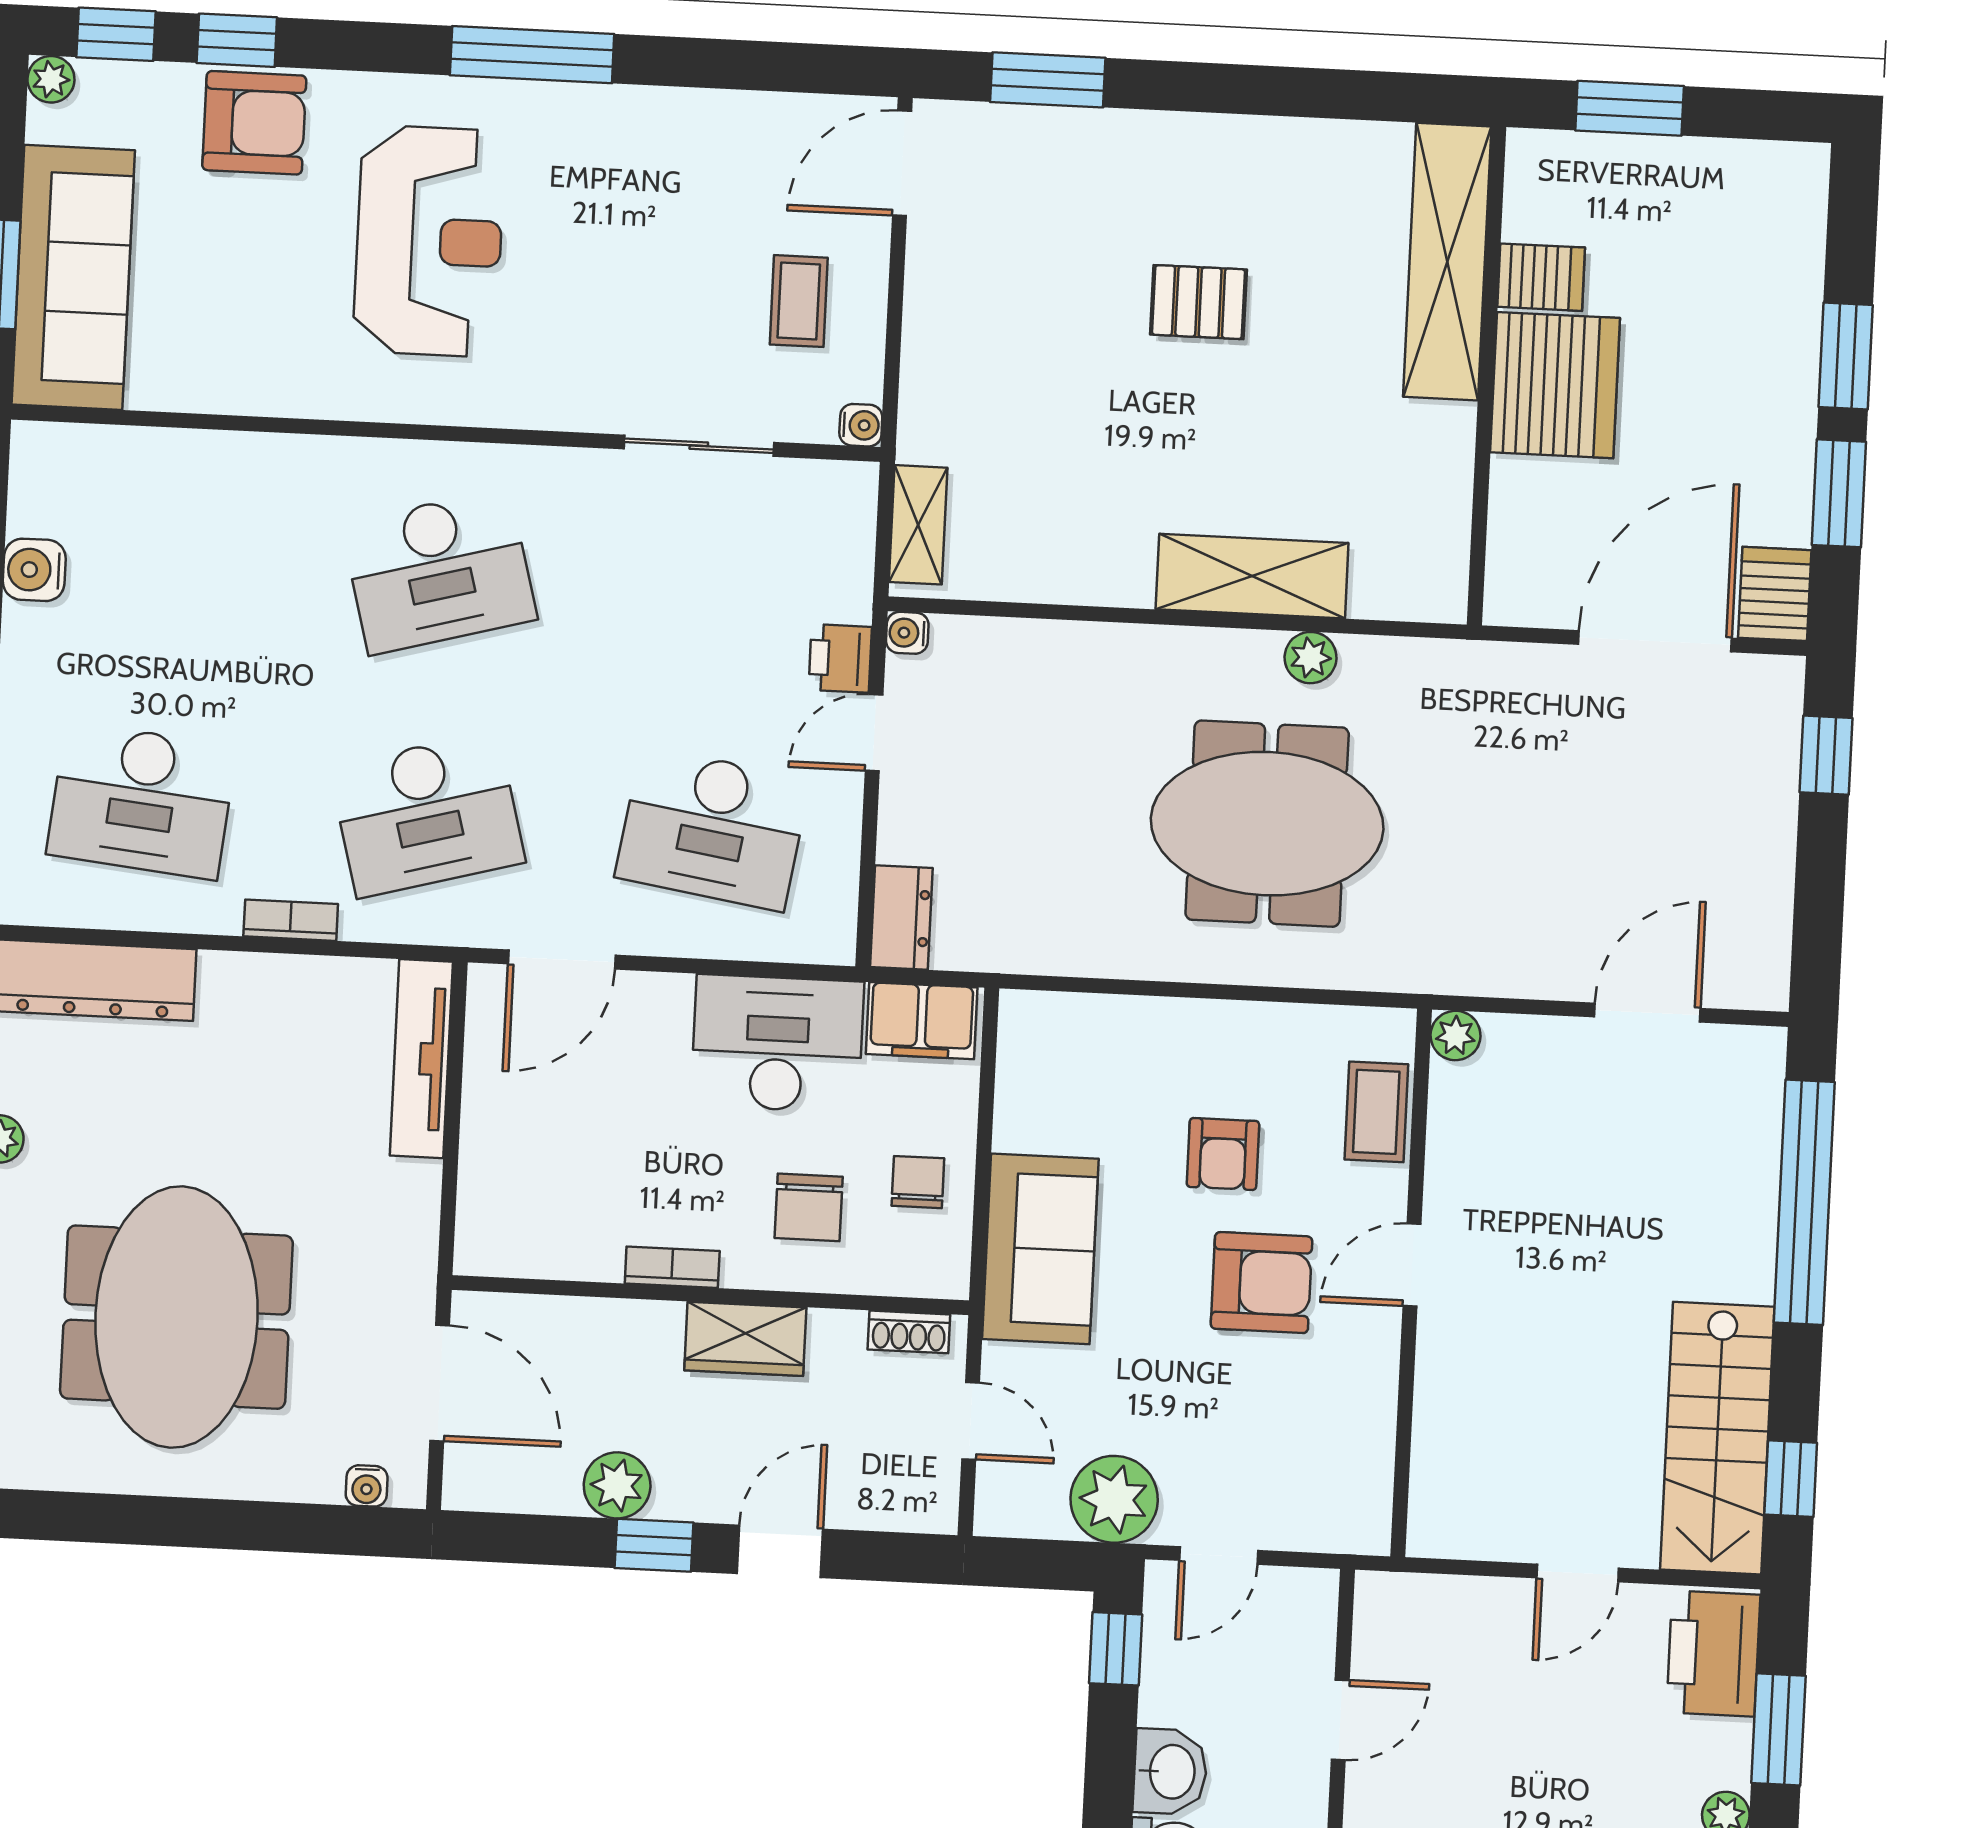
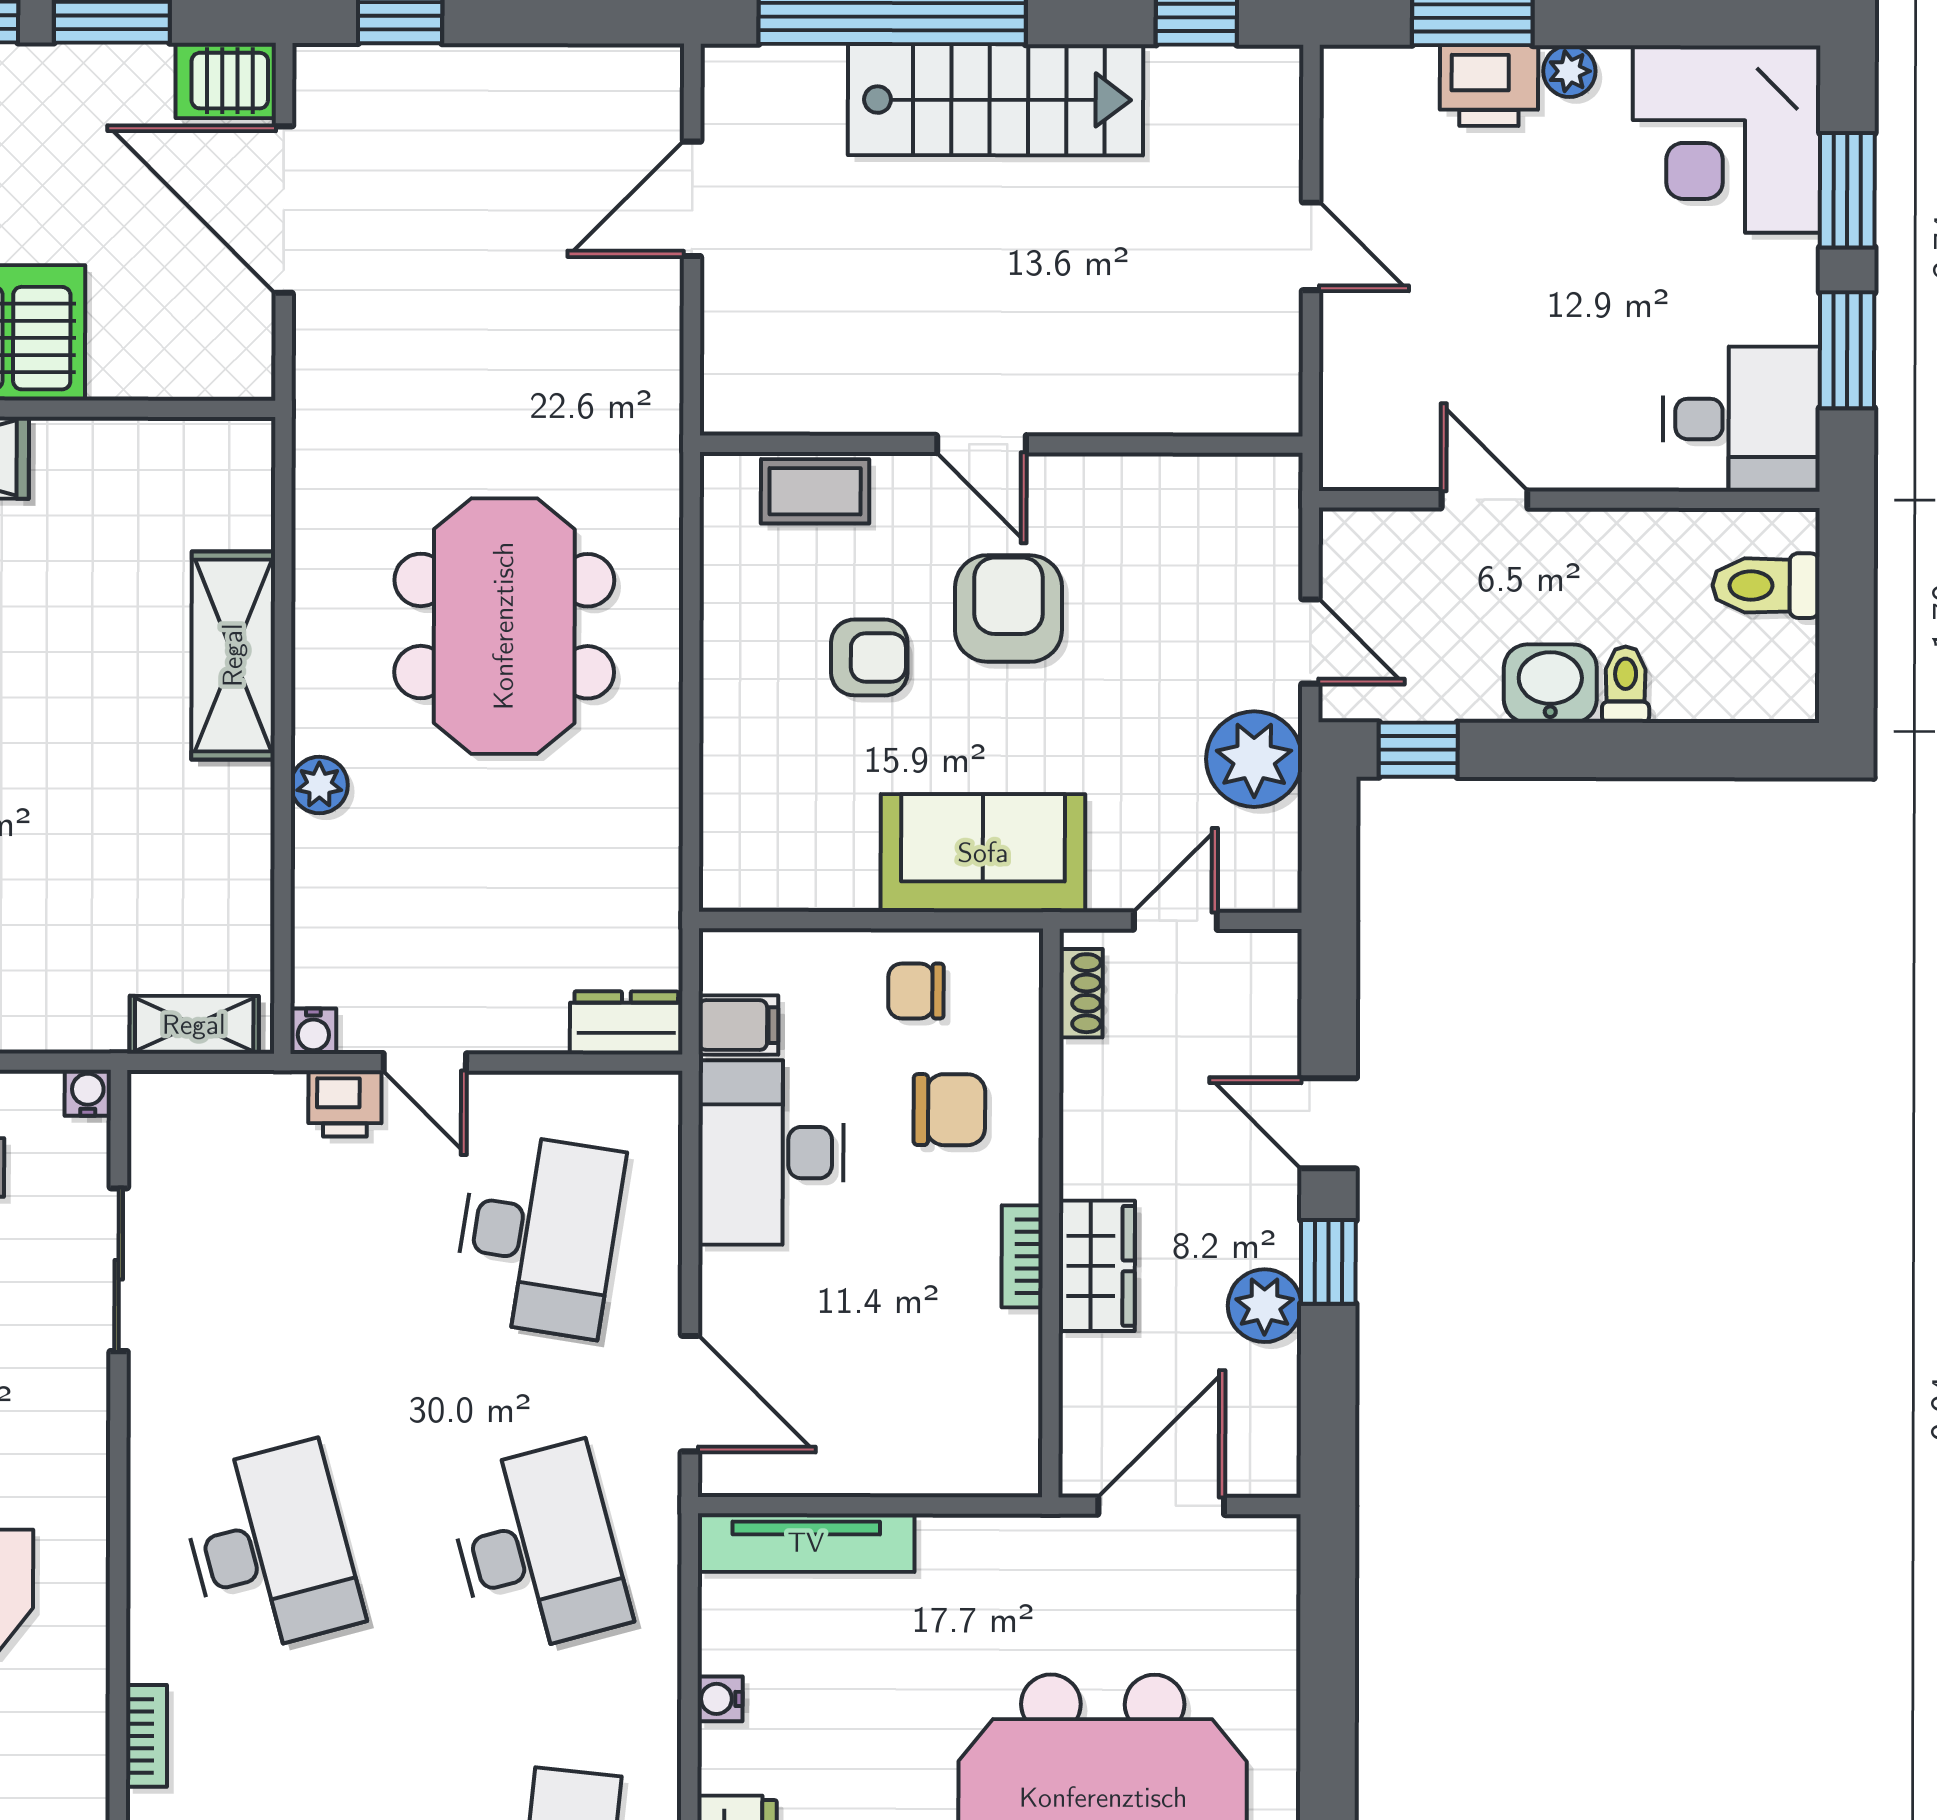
plant: (1311, 658) -> (319, 785), moved
bookcase: (291, 920) -> (146, 1736), moved, turned 180
door: (1647, 1013) -> (692, 199), hinge flipped
filing cabinet: (922, 1021) -> (738, 1025), width x0.50
plant: (1456, 1035) -> (727, 408), removed
wardrobe: (745, 1339) -> (1097, 1266), moved
stairs: (1717, 1438) -> (995, 100), moved
water cooler: (367, 1486) -> (720, 1699), moved, turned 180
printer: (1713, 1654) -> (1489, 86), moved, width x0.73, depth x0.84

